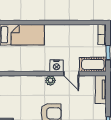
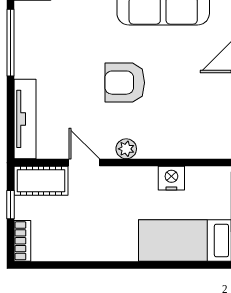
nightstand: (56, 66) -> (171, 178), moved
tv unit: (101, 90) -> (25, 119), width x1.41

